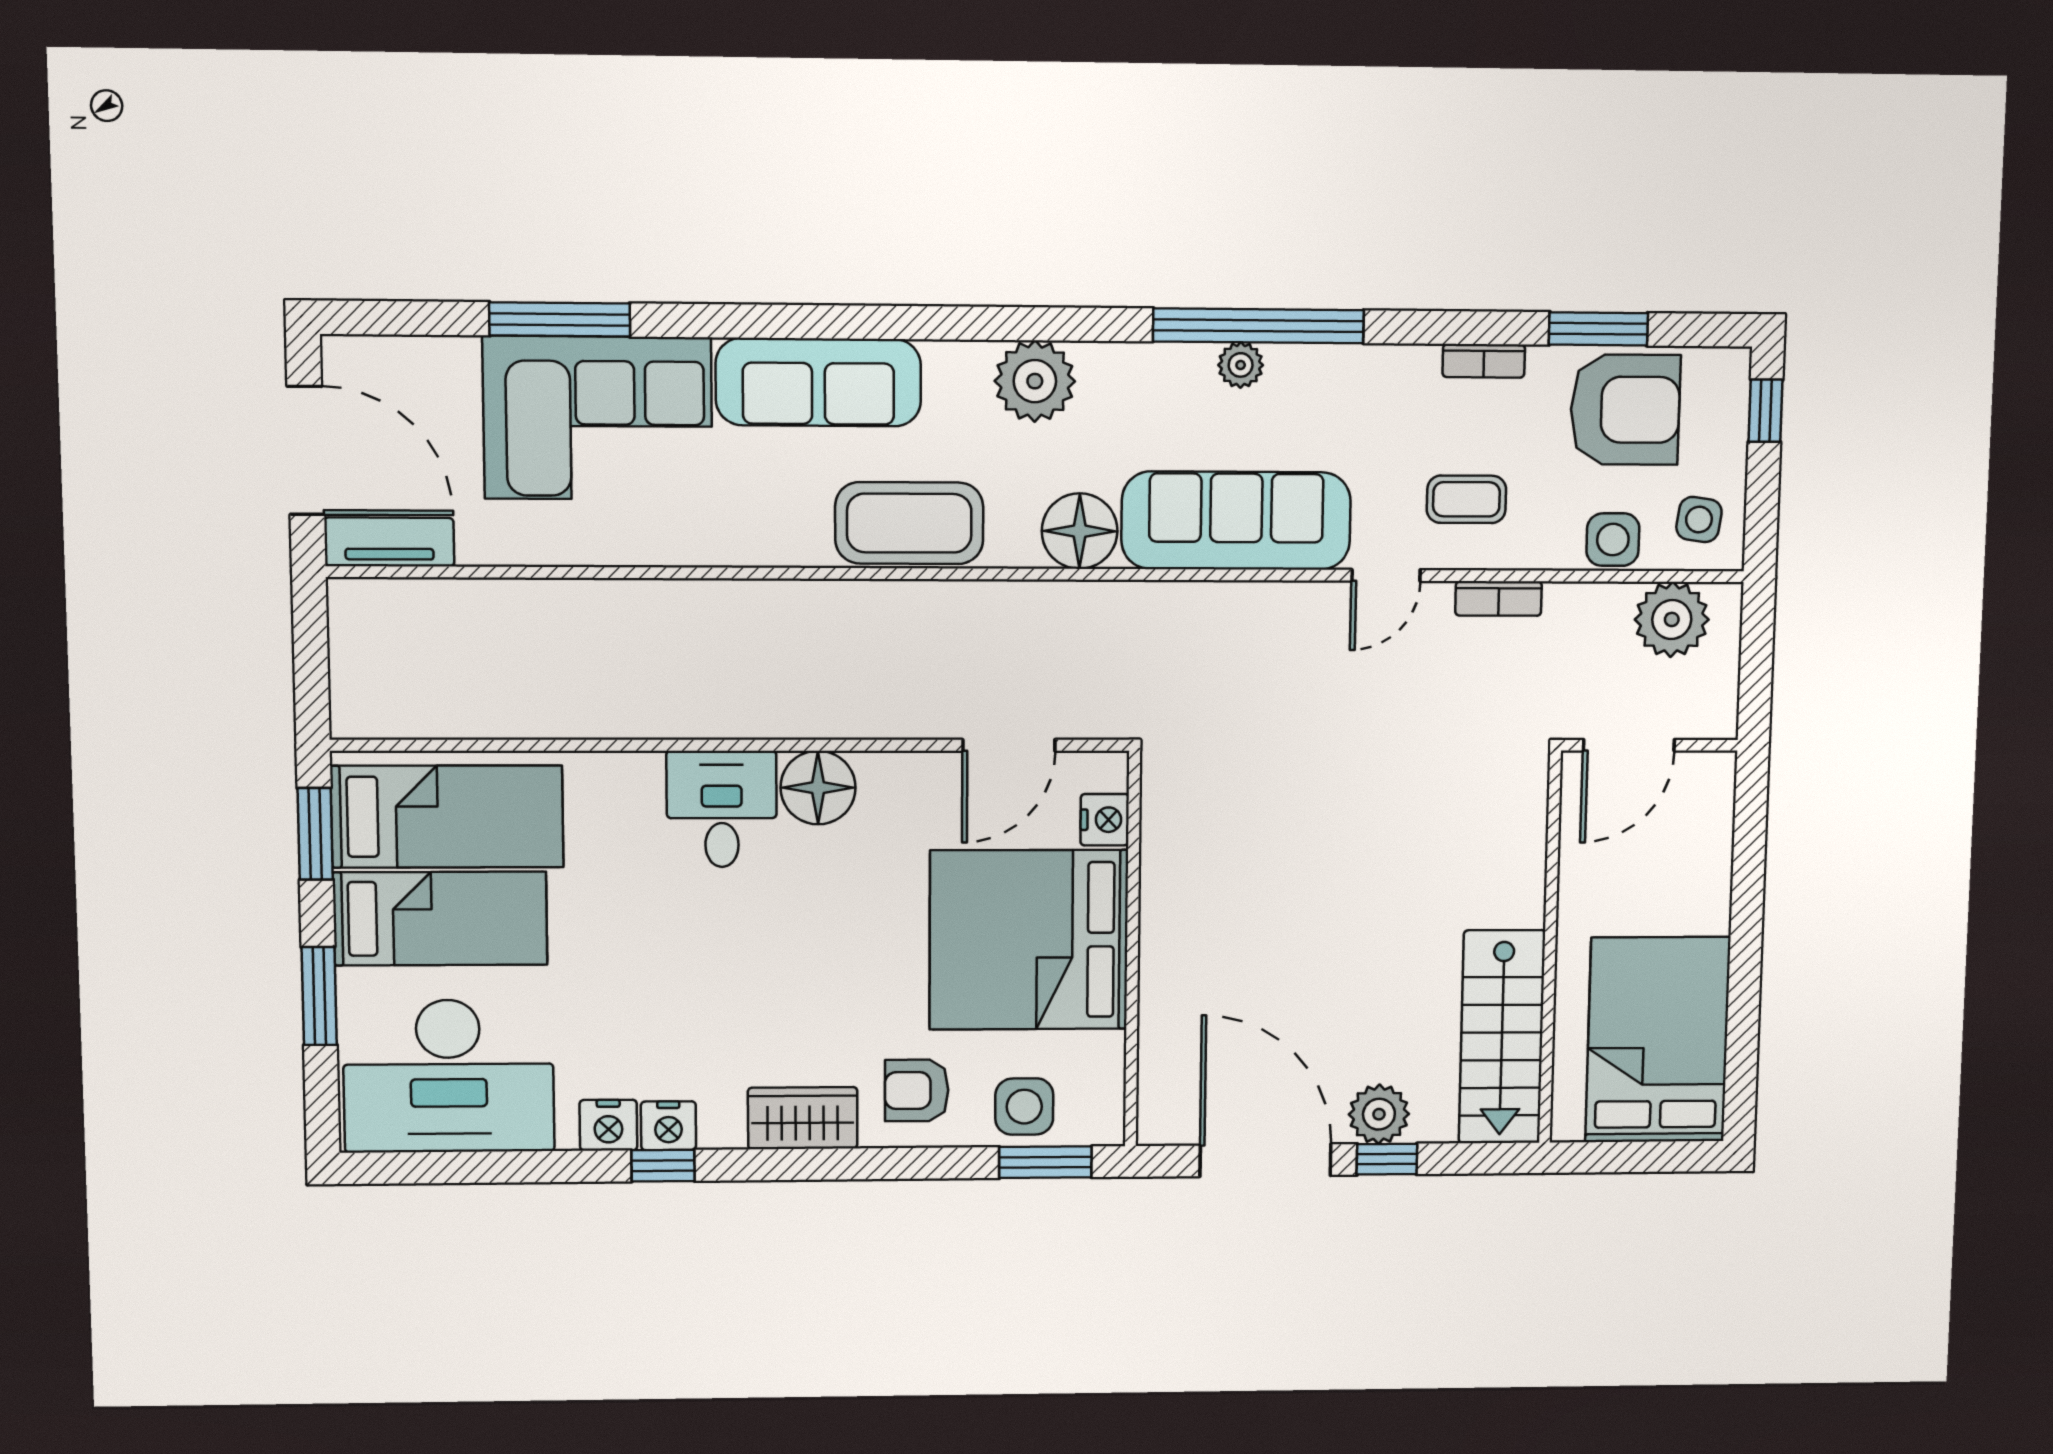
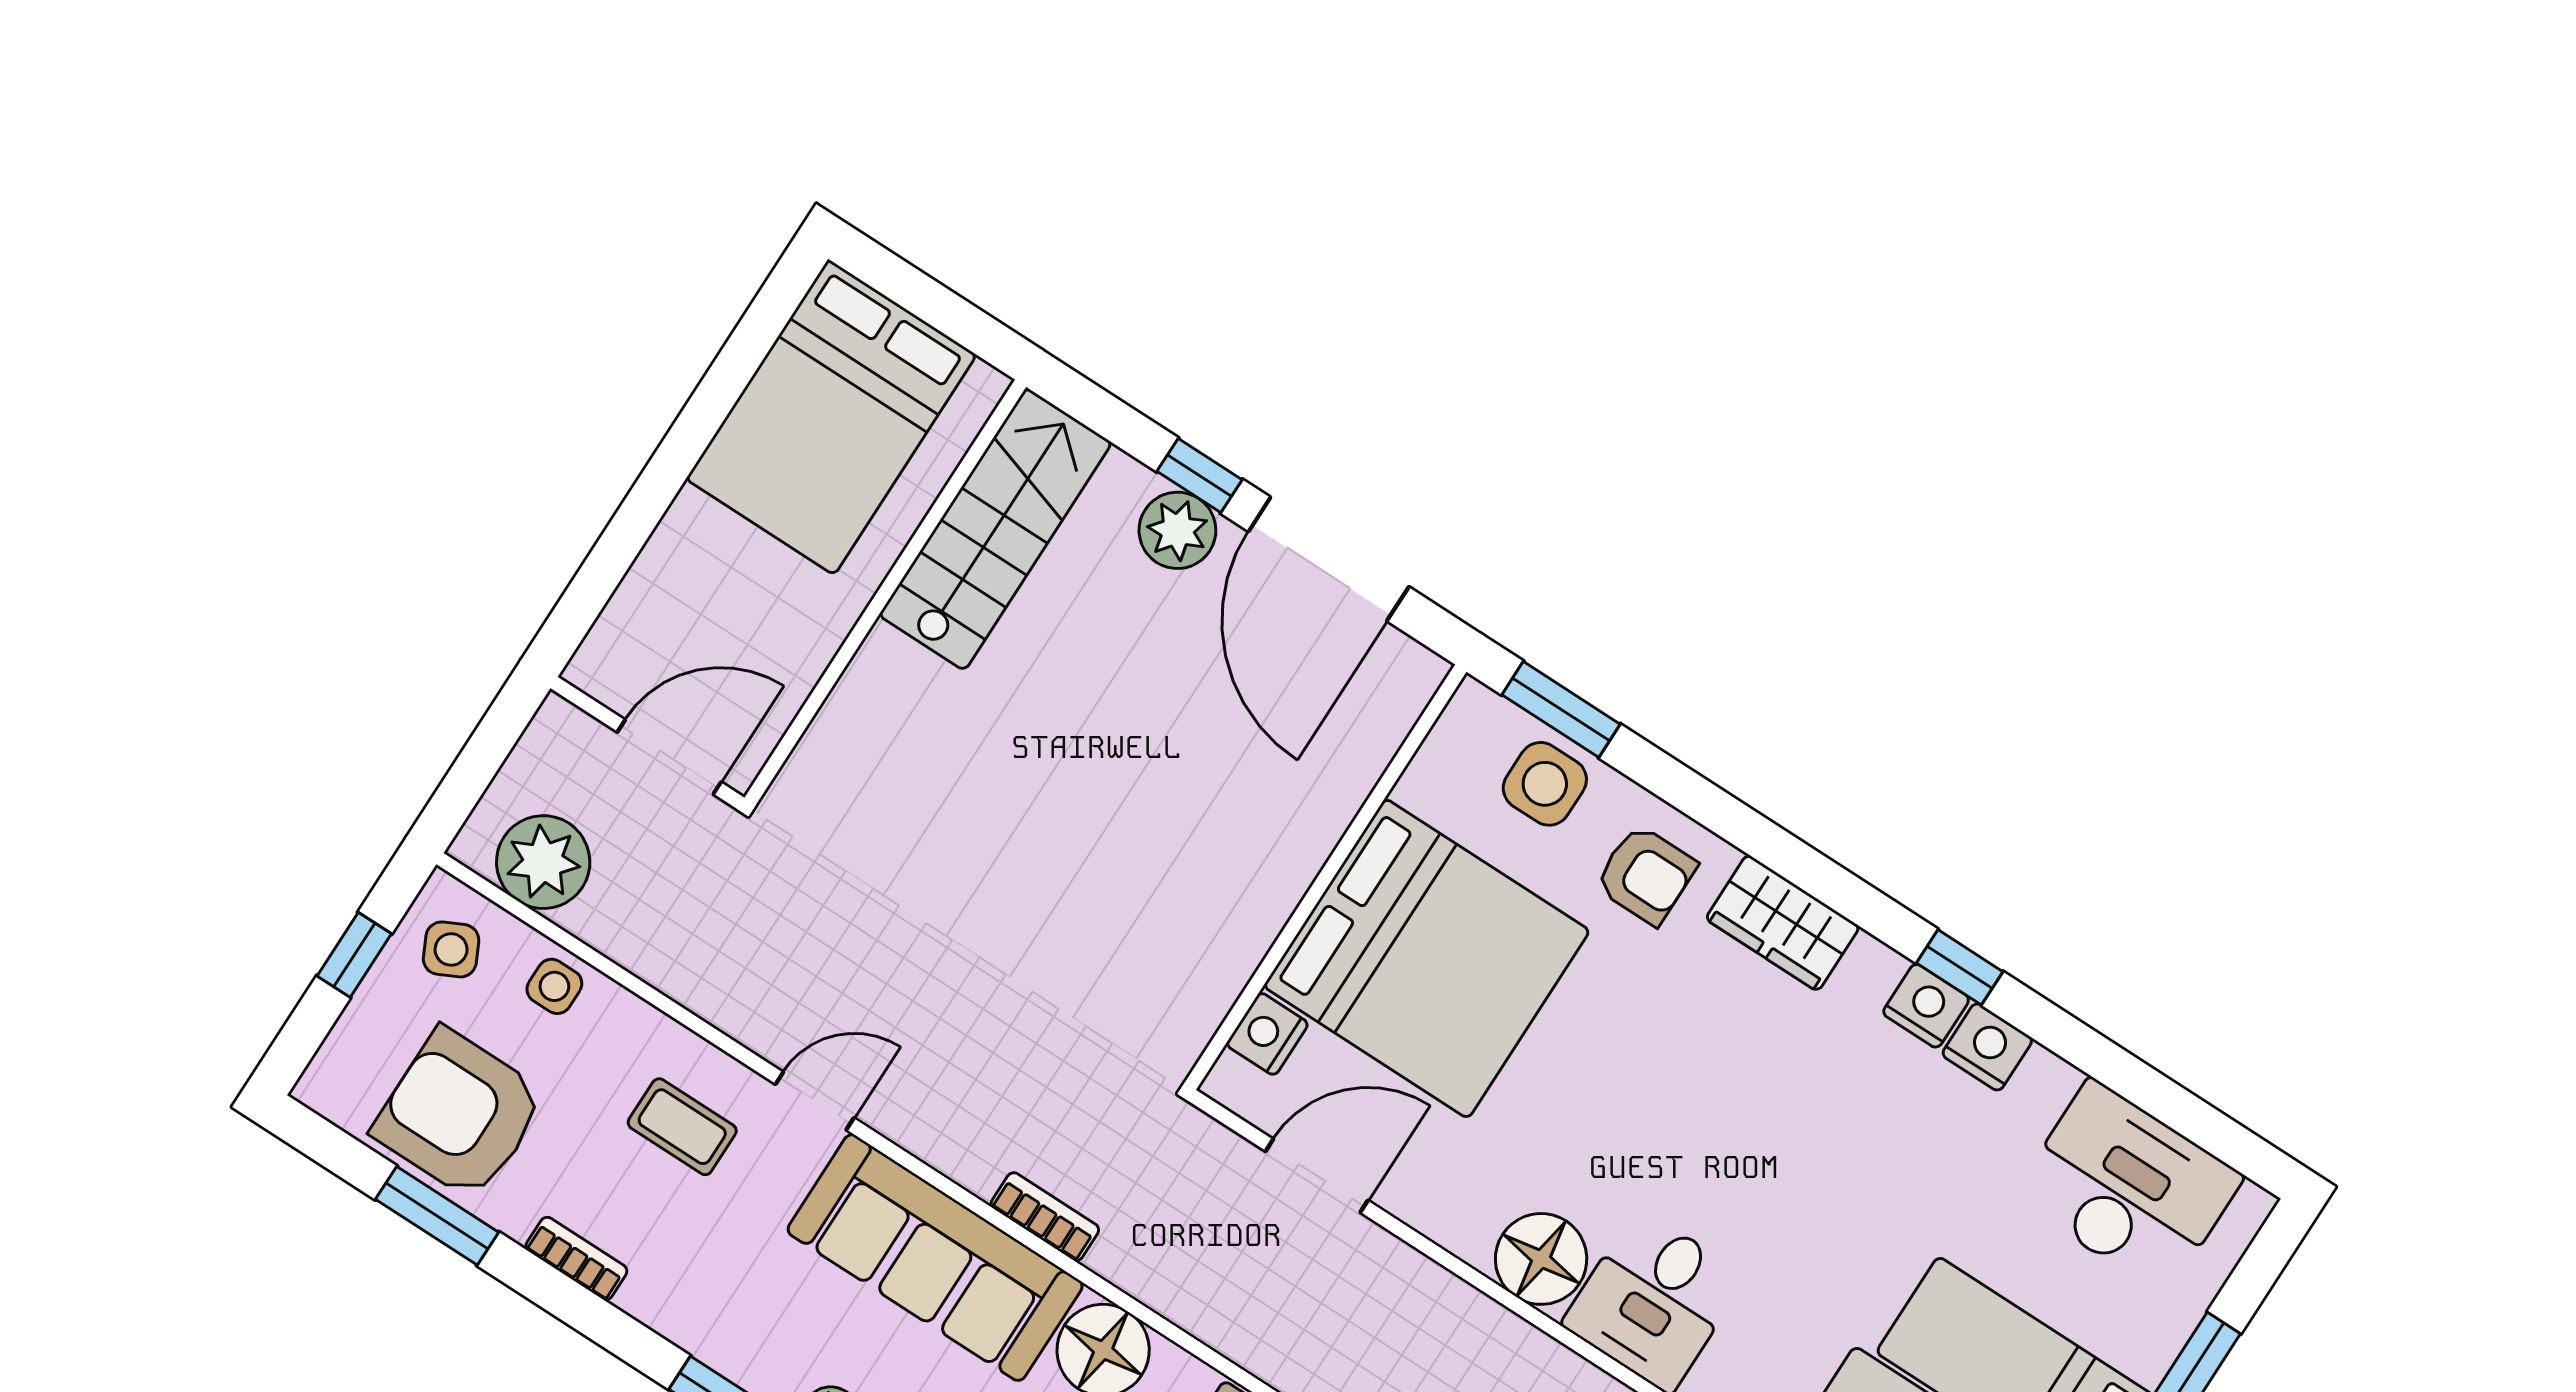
window: (1765, 411) -> (354, 955), moved
side table: (1699, 520) -> (451, 949), turned -34
side table: (1613, 540) -> (554, 986), width x0.73, depth x0.73
bookcase: (1499, 599) -> (1045, 1217), moved
desk: (449, 1076) -> (2128, 1187), width x0.73, depth x0.77

